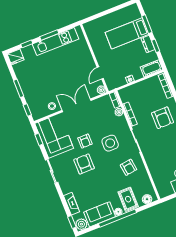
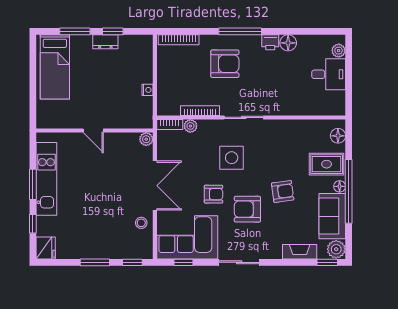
bed: (127, 33) -> (55, 67), moved
cot: (152, 68) -> (144, 51), removed
door: (100, 73) -> (93, 131), moved
double door: (77, 105) -> (155, 186), swing flipped
armchair: (129, 167) -> (283, 191), moved

